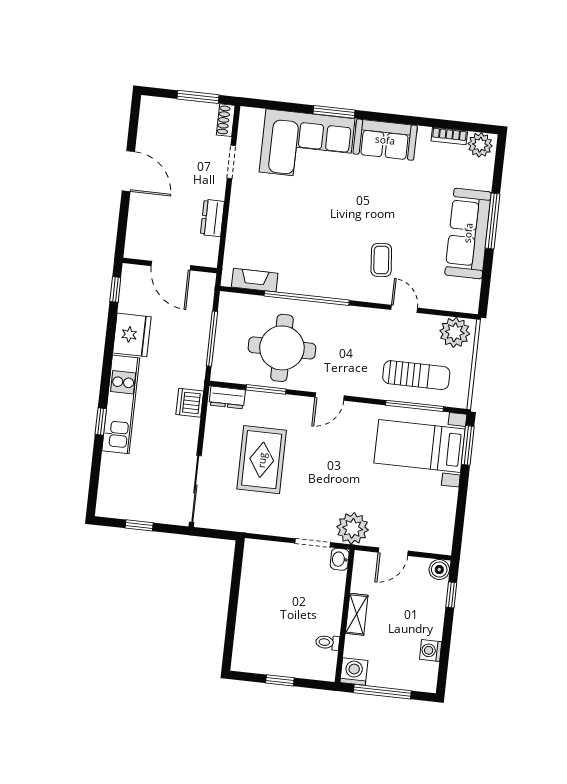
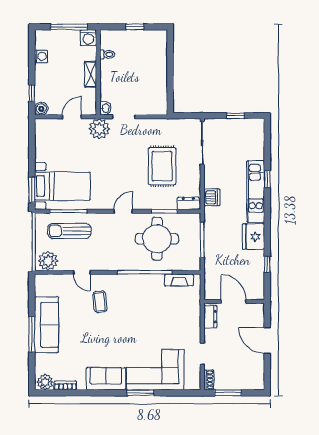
wall: (170, 265) -> (234, 301), moved
door: (171, 266) -> (234, 301), moved

